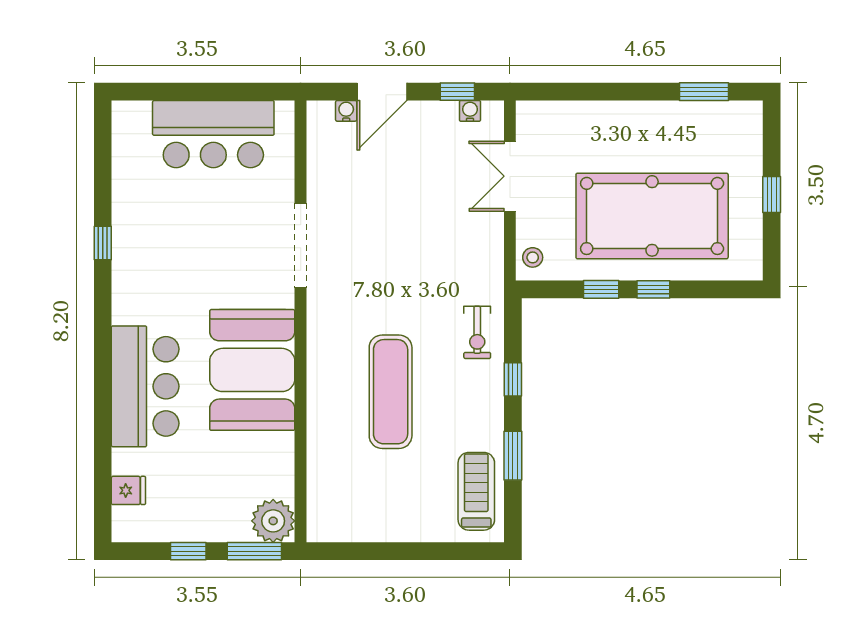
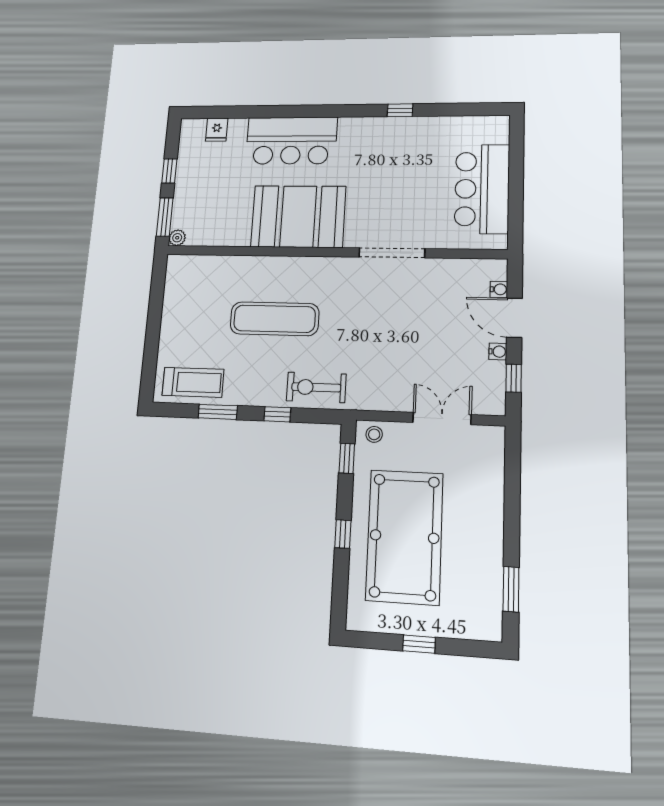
water cooler: (470, 111) -> (498, 352), moved
window: (601, 289) -> (347, 458), moved
exercise bike: (477, 332) -> (316, 387), width x1.38, depth x1.39
plant: (273, 521) -> (177, 238), width x0.53, depth x0.53

